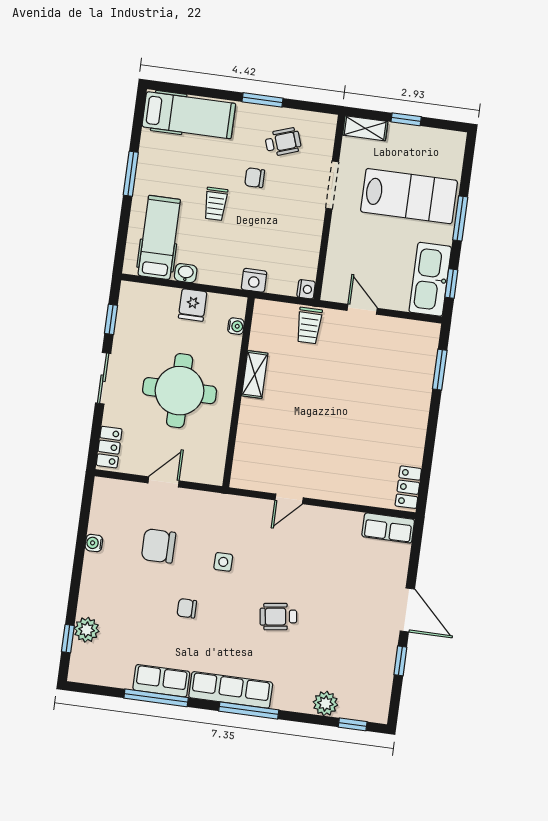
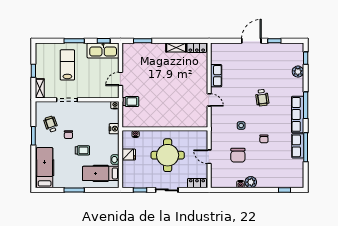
lab bench: (409, 196) -> (67, 65), width x0.73, depth x0.72
shelving: (255, 375) -> (176, 47), moved
row of seats: (388, 528) -> (216, 76), moved
plant: (87, 630) -> (251, 182), moved

